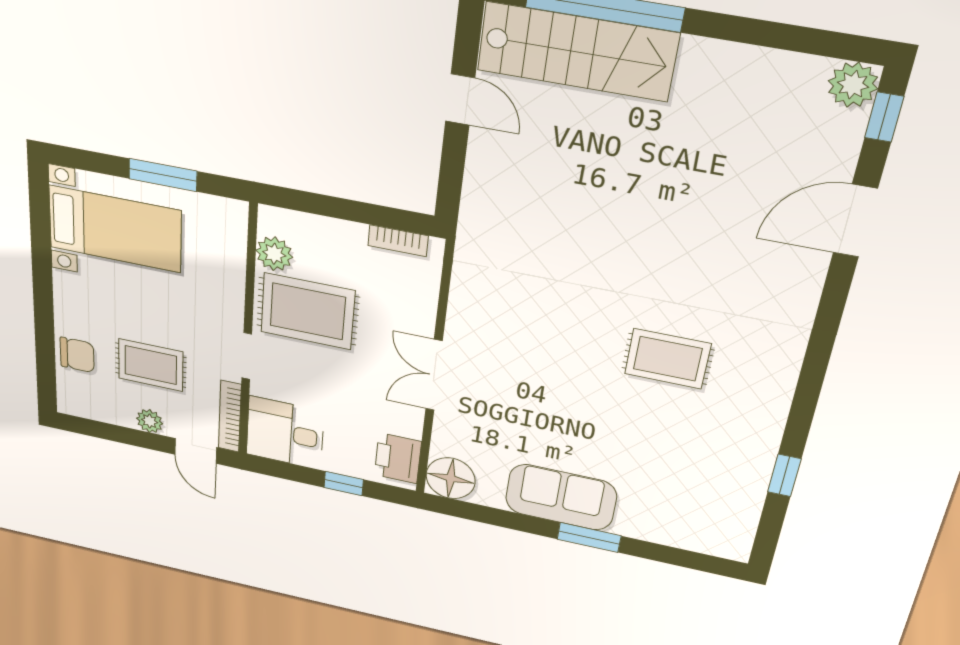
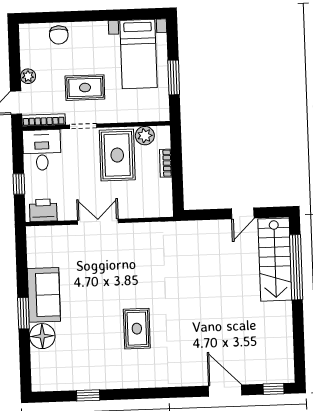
plant: (853, 85) -> (284, 373), removed
bookcase: (398, 241) -> (166, 163), moved
rug: (151, 365) -> (85, 88), moved, turned 90
floor lamp: (451, 478) -> (42, 336), moved

